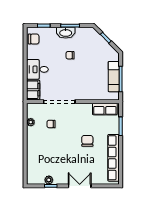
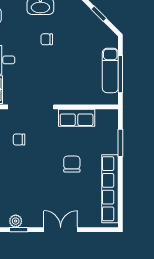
row of seats: (105, 109) -> (77, 118), moved

